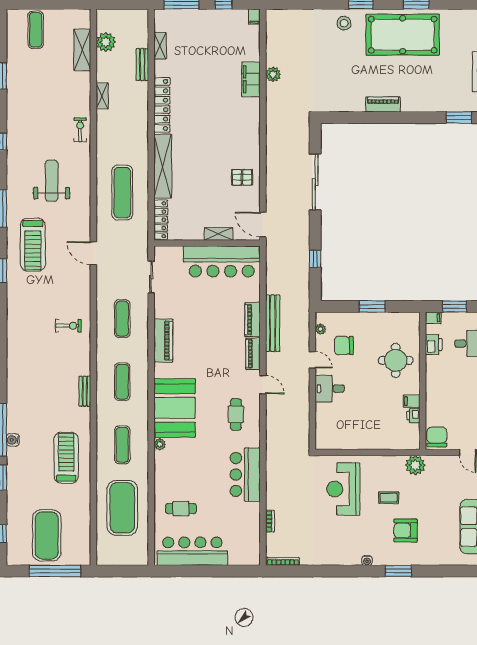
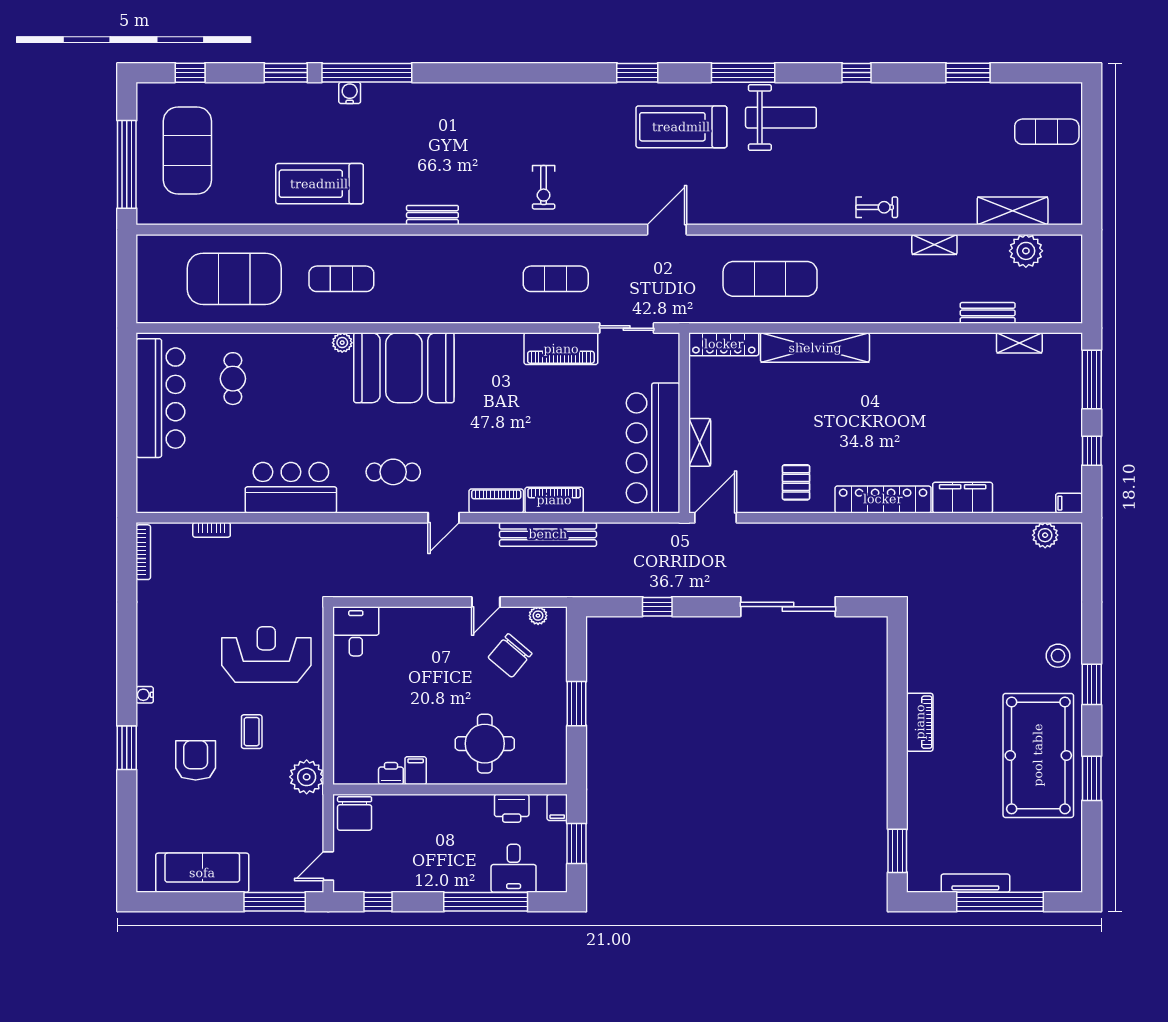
plant: (273, 74) -> (1045, 535), moved
locker: (162, 105) -> (883, 499), moved, turned 180
weight bench: (52, 181) -> (781, 118), moved
piano: (163, 341) -> (561, 349), moved
chair: (344, 346) -> (510, 655), turned -140
exercise mat: (122, 382) -> (449, 279), removed
desk: (330, 389) -> (356, 631), moved
chair: (437, 437) -> (355, 813), turned 90
treadmill: (66, 458) -> (319, 184), turned 180
exercise mat: (47, 535) -> (187, 151), turned 90

